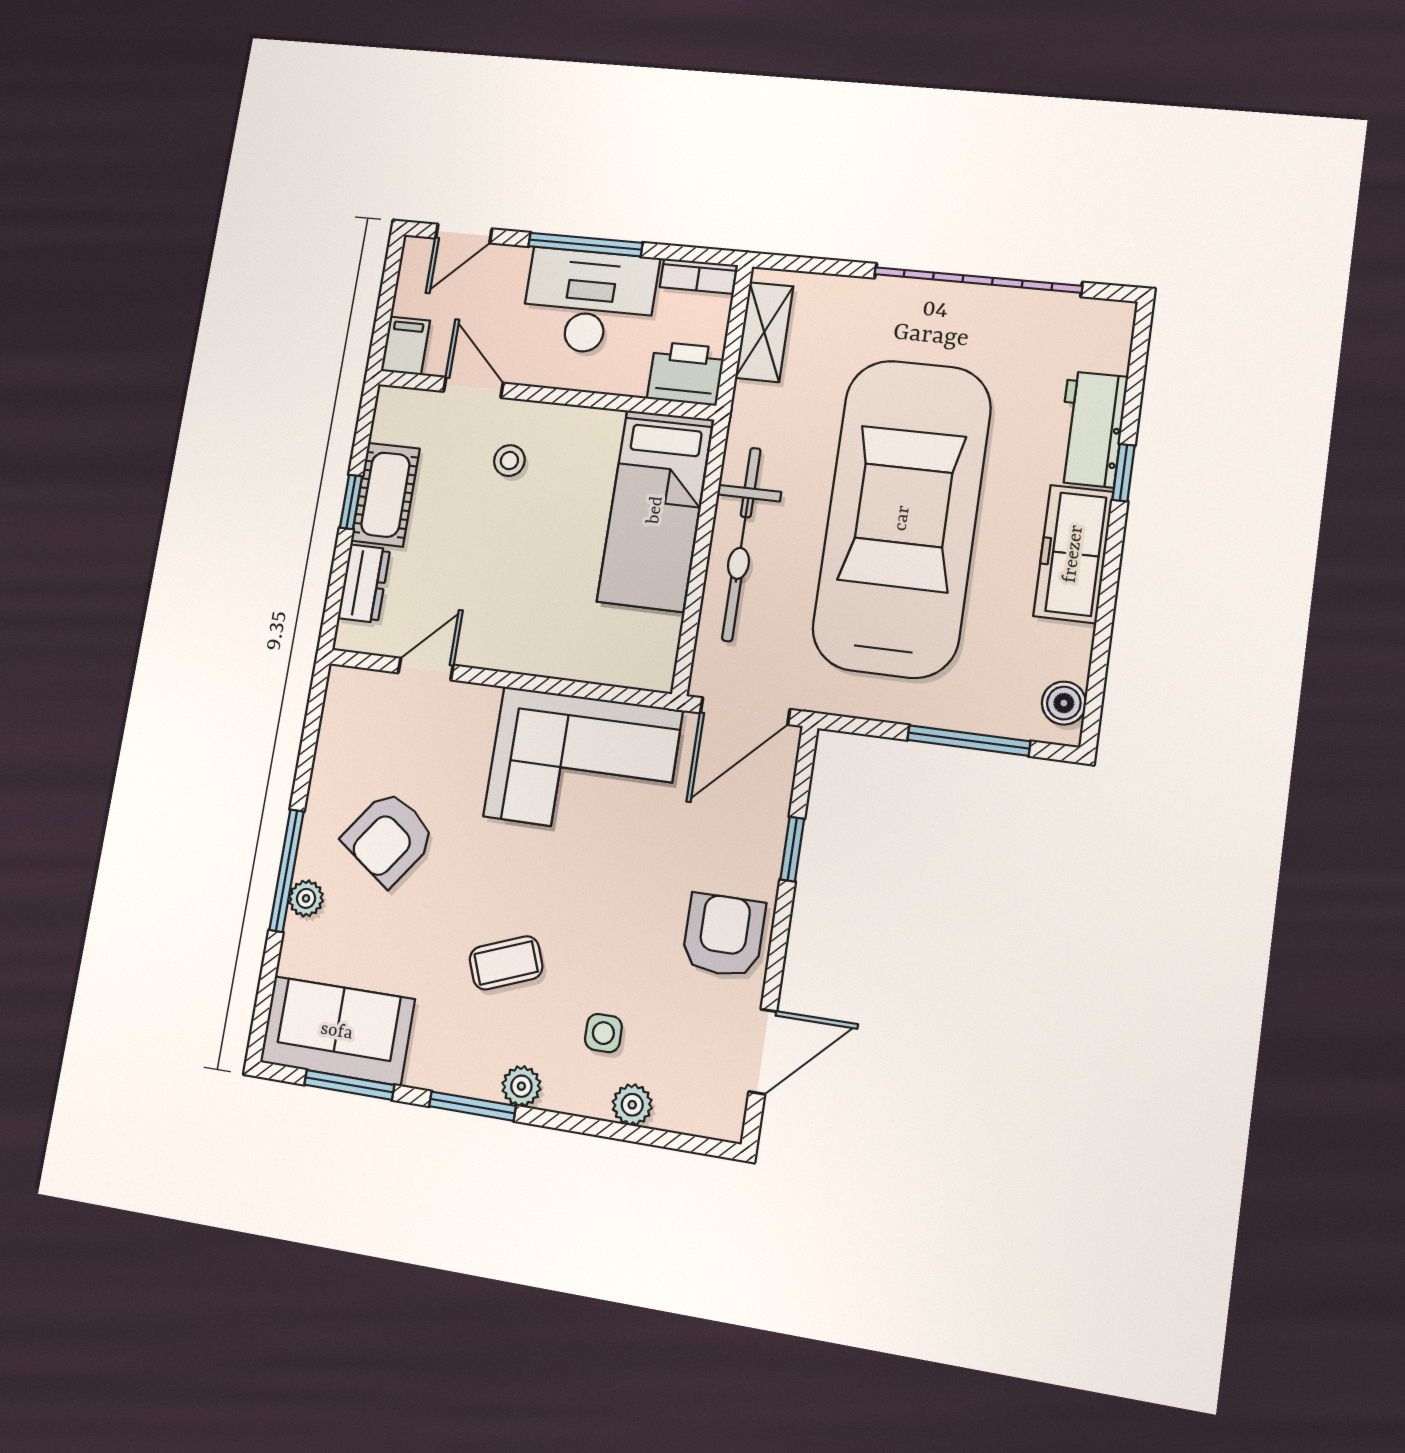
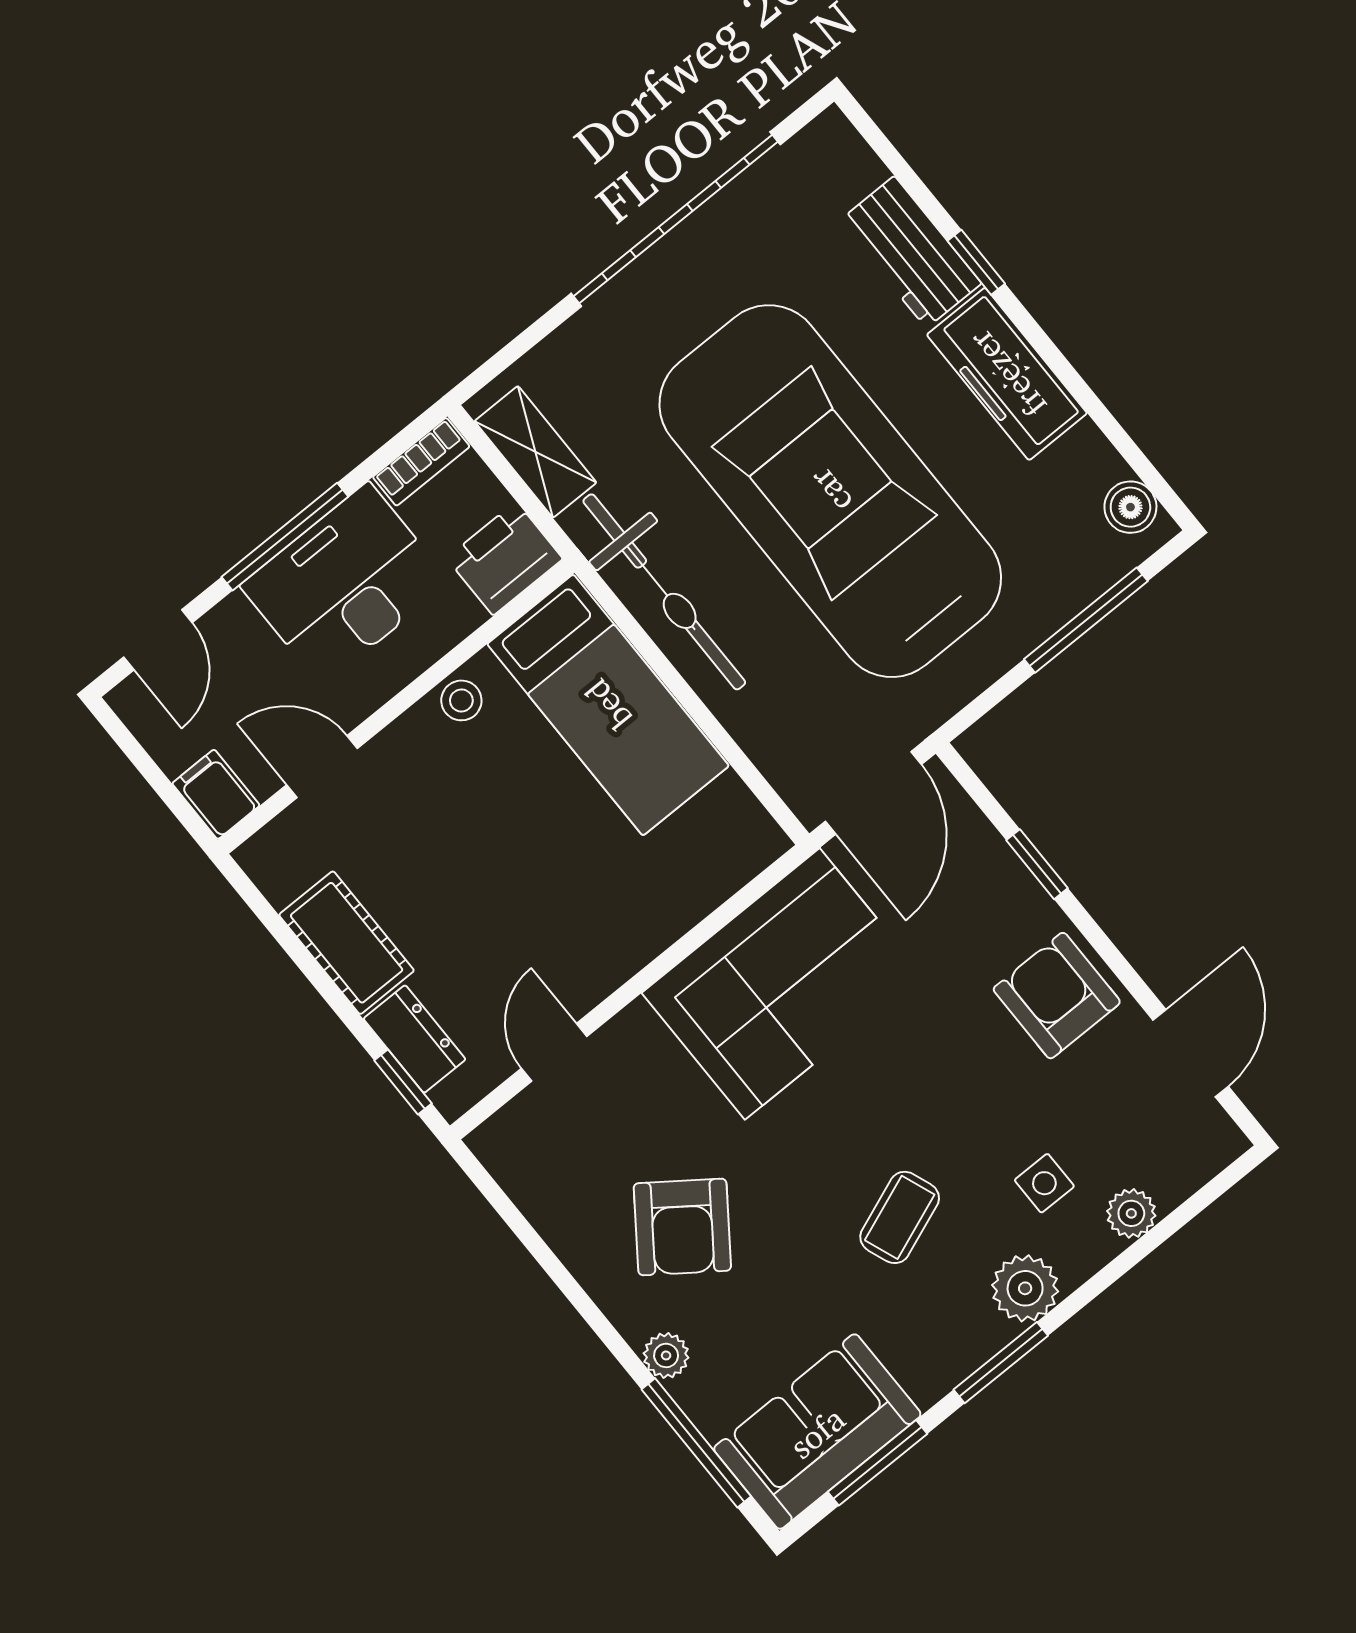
stool: (509, 461) -> (461, 700), moved
window: (351, 502) -> (403, 1082), moved
bicycle: (741, 544) -> (664, 592), moved
window: (287, 871) -> (696, 1443), moved
plant: (521, 1086) -> (1025, 1288), width x1.38, depth x1.38

